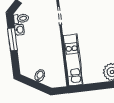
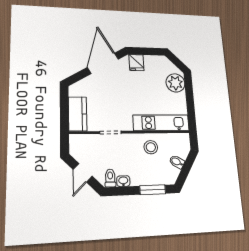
window: (13, 39) -> (153, 190), moved
stool: (50, 52) -> (151, 147), added

